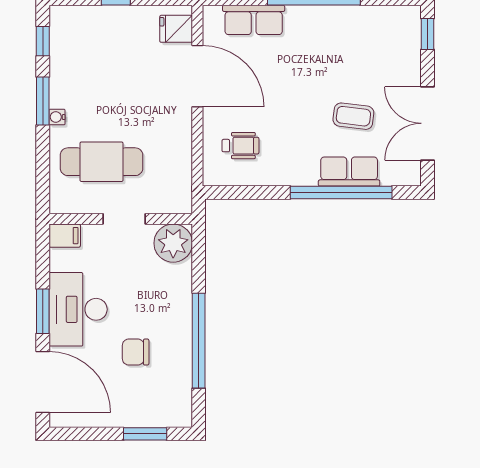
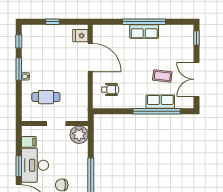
row of seats: (254, 20) -> (144, 32), moved
cafe table: (102, 162) -> (46, 97), width x0.73, depth x0.74
filing cabinet: (65, 236) -> (29, 142), moved

